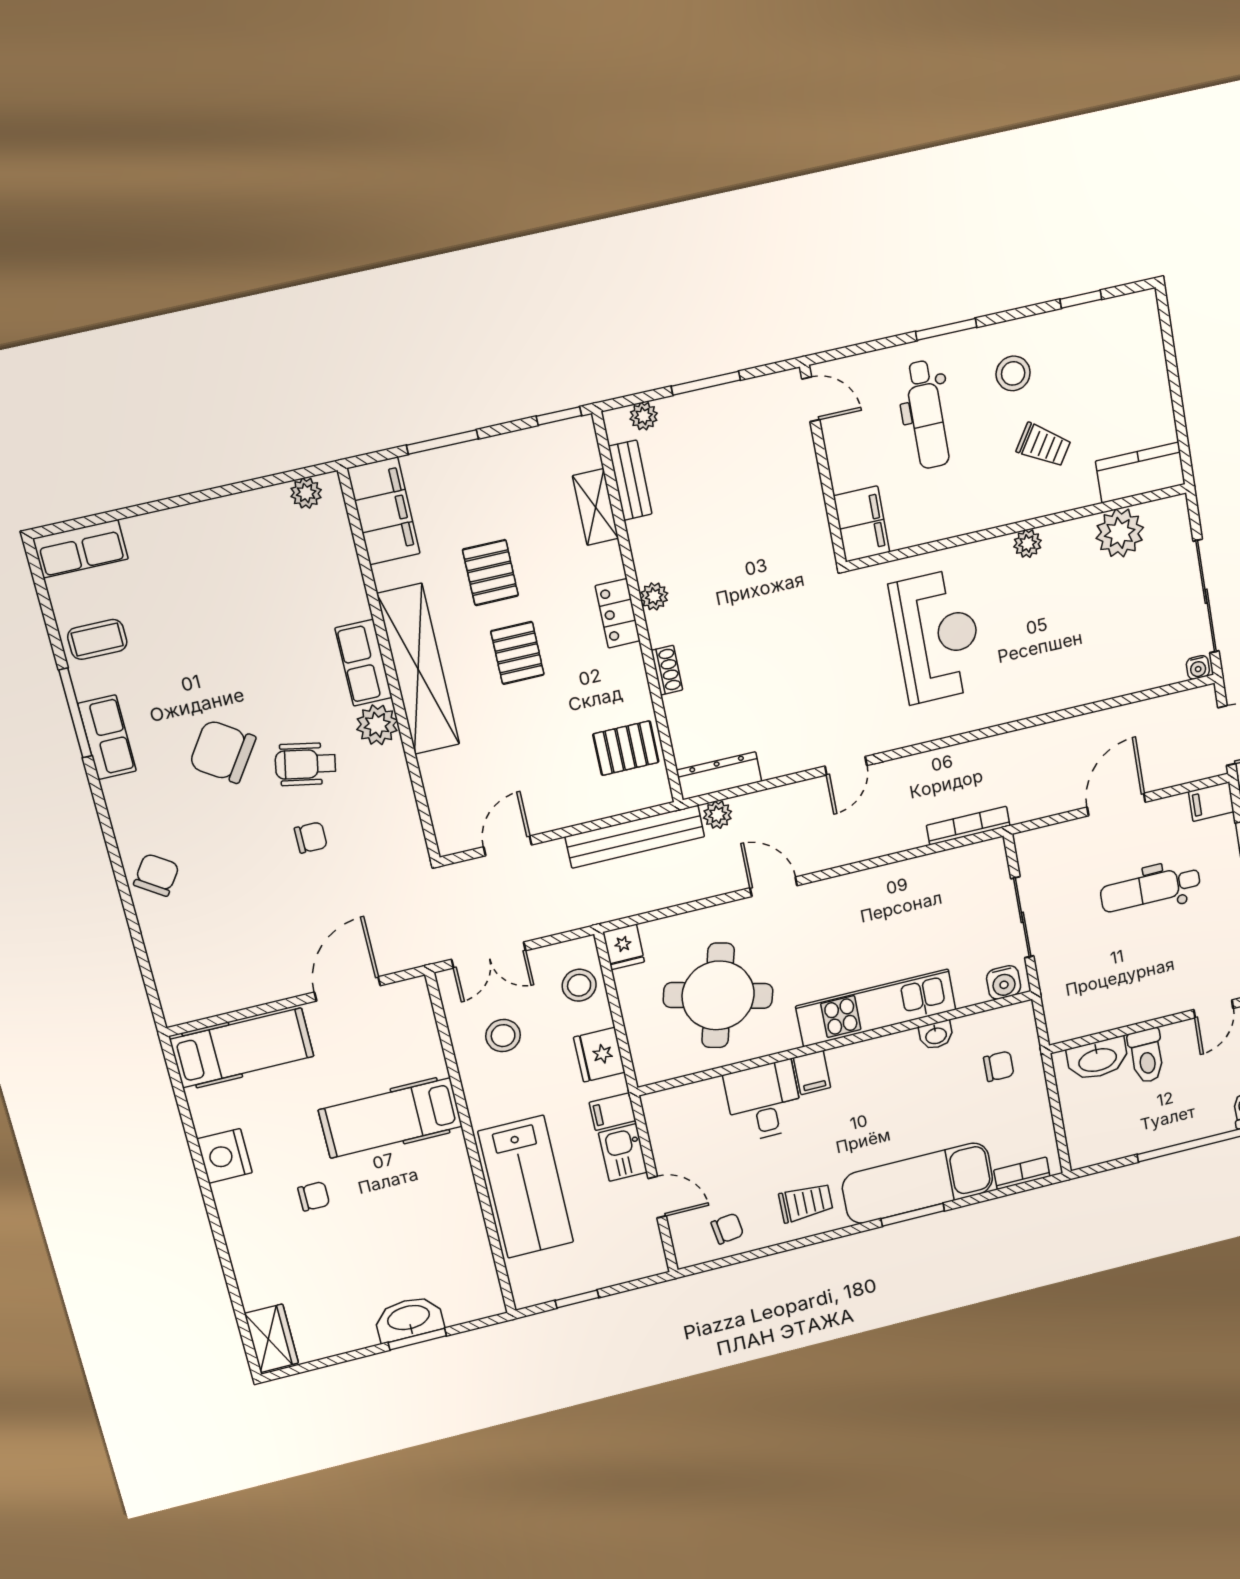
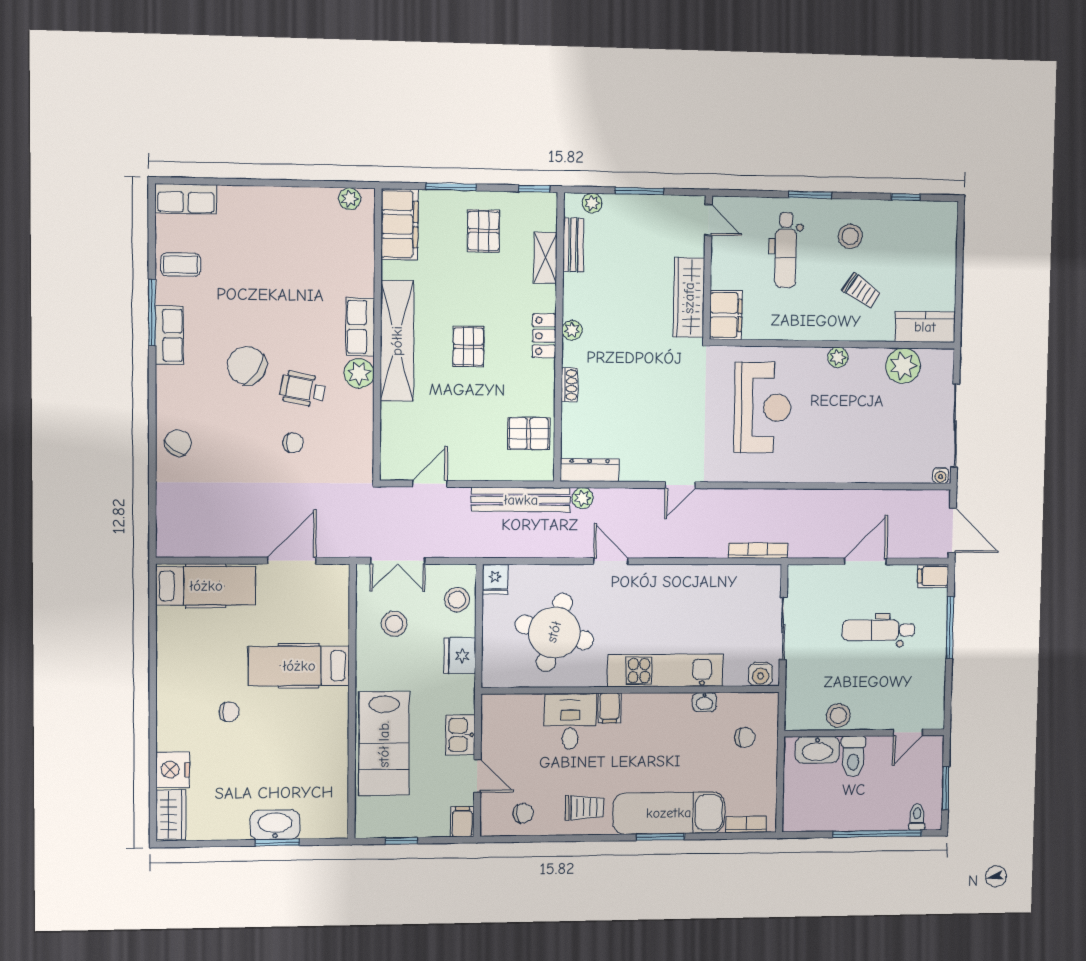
wardrobe: (806, 513) -> (689, 298), added
pallet: (490, 573) -> (483, 231), moved
stool: (1117, 1009) -> (838, 715), added
filing cabinet: (612, 1112) -> (462, 822), moved, turned 90
nightstand: (224, 1156) -> (173, 770), moved

